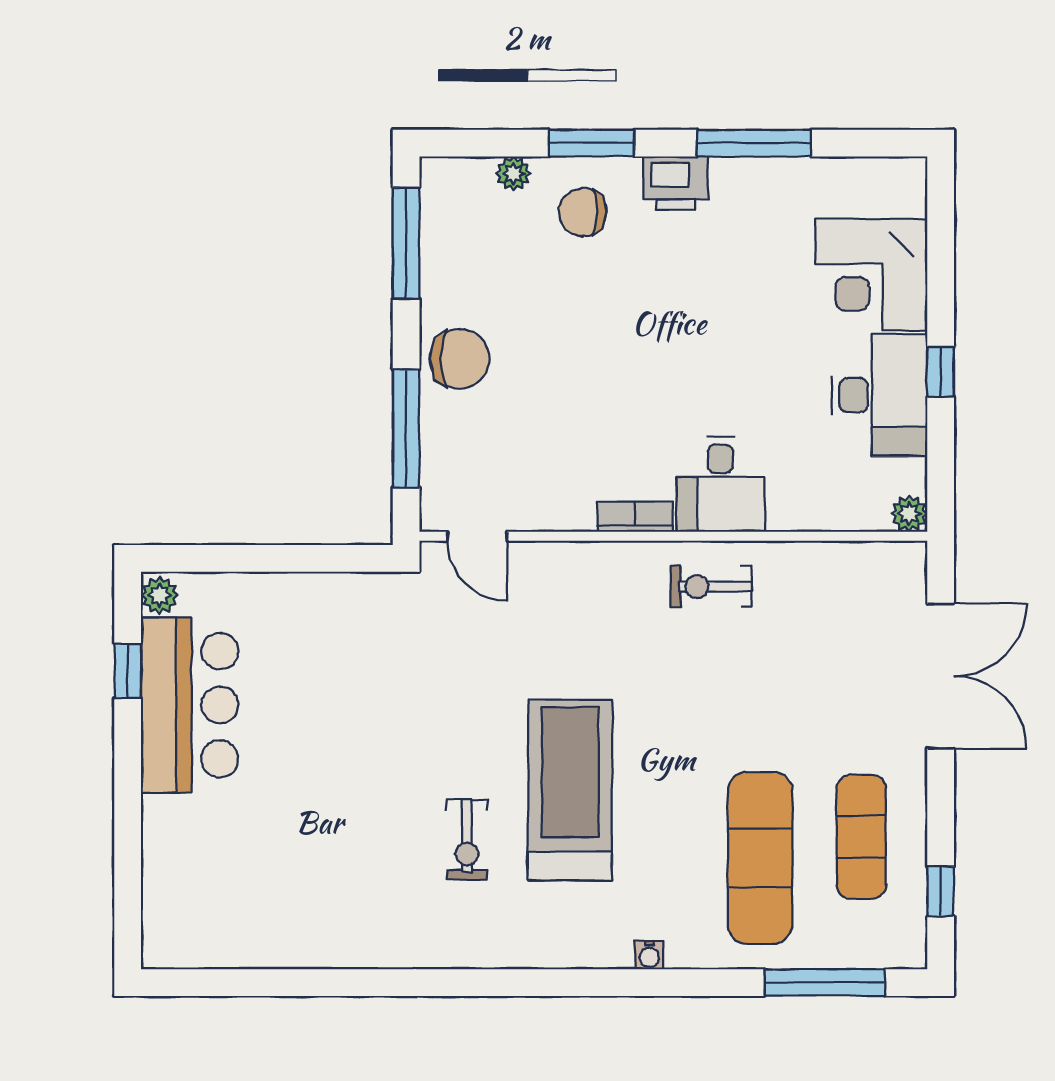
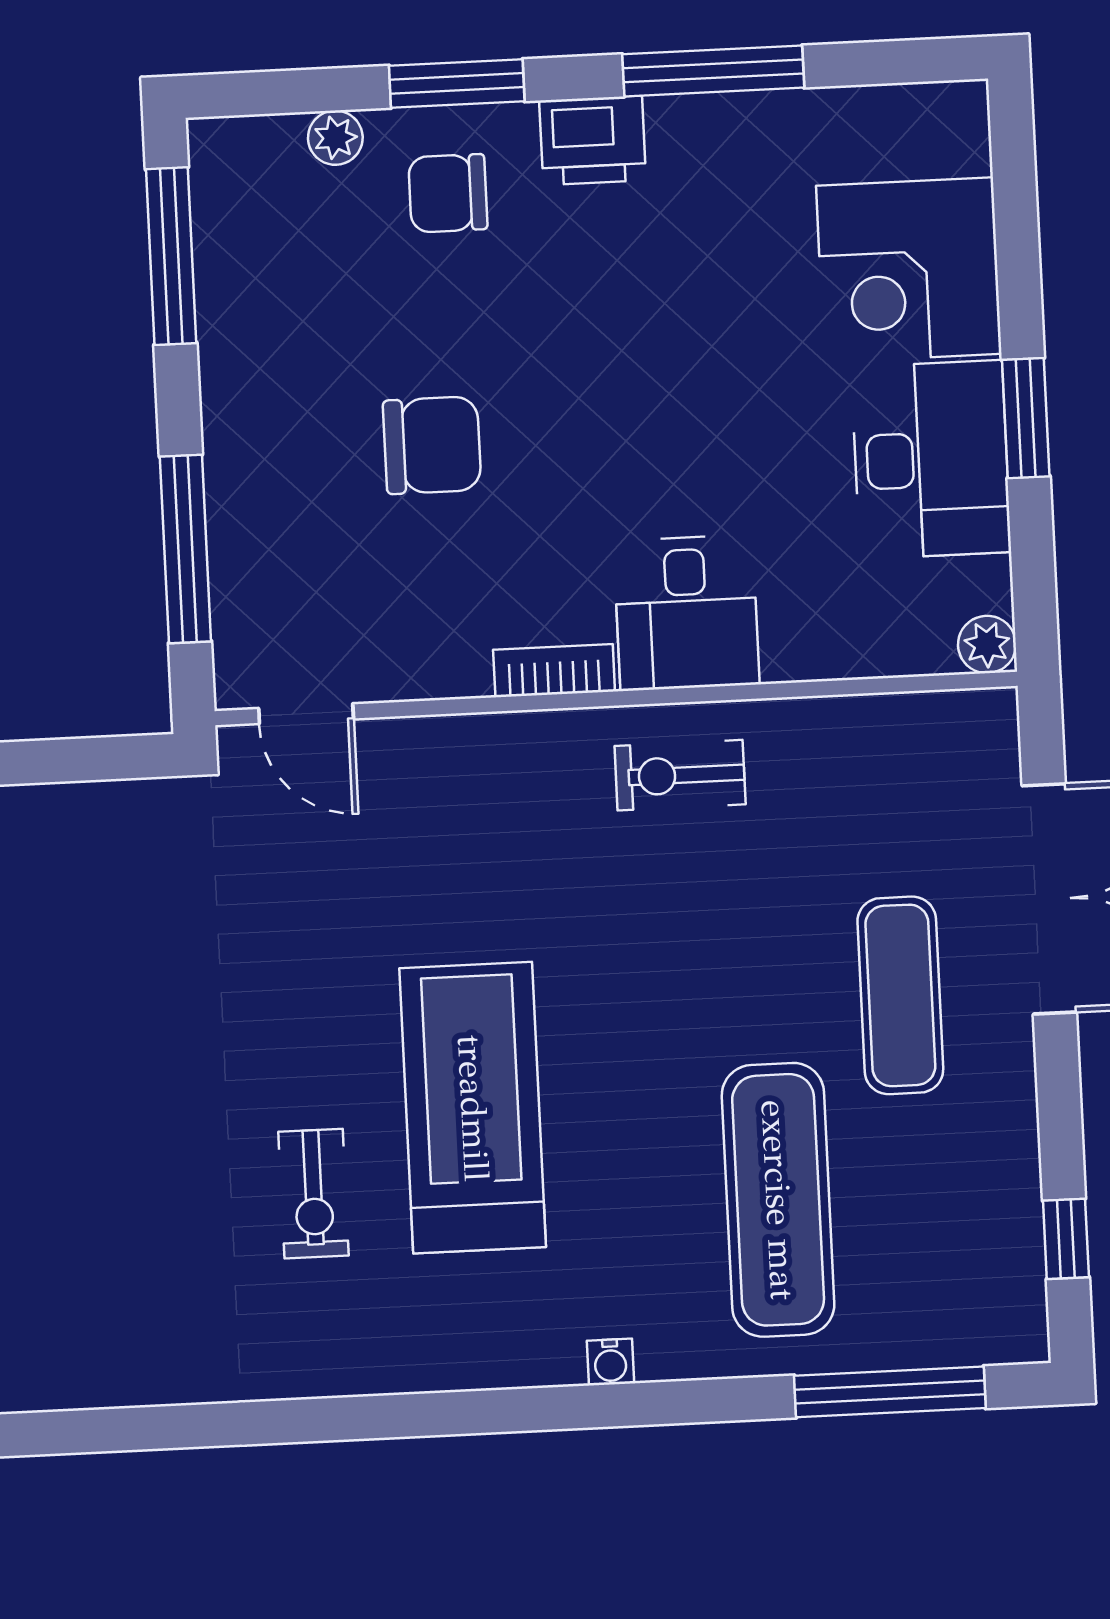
chair: (459, 359) -> (432, 445), moved
window: (941, 372) -> (1026, 418), width x1.50
exercise mat: (861, 837) -> (900, 995), moved

